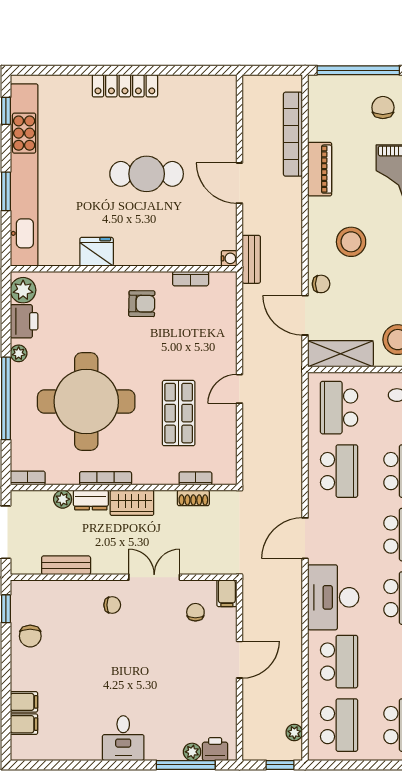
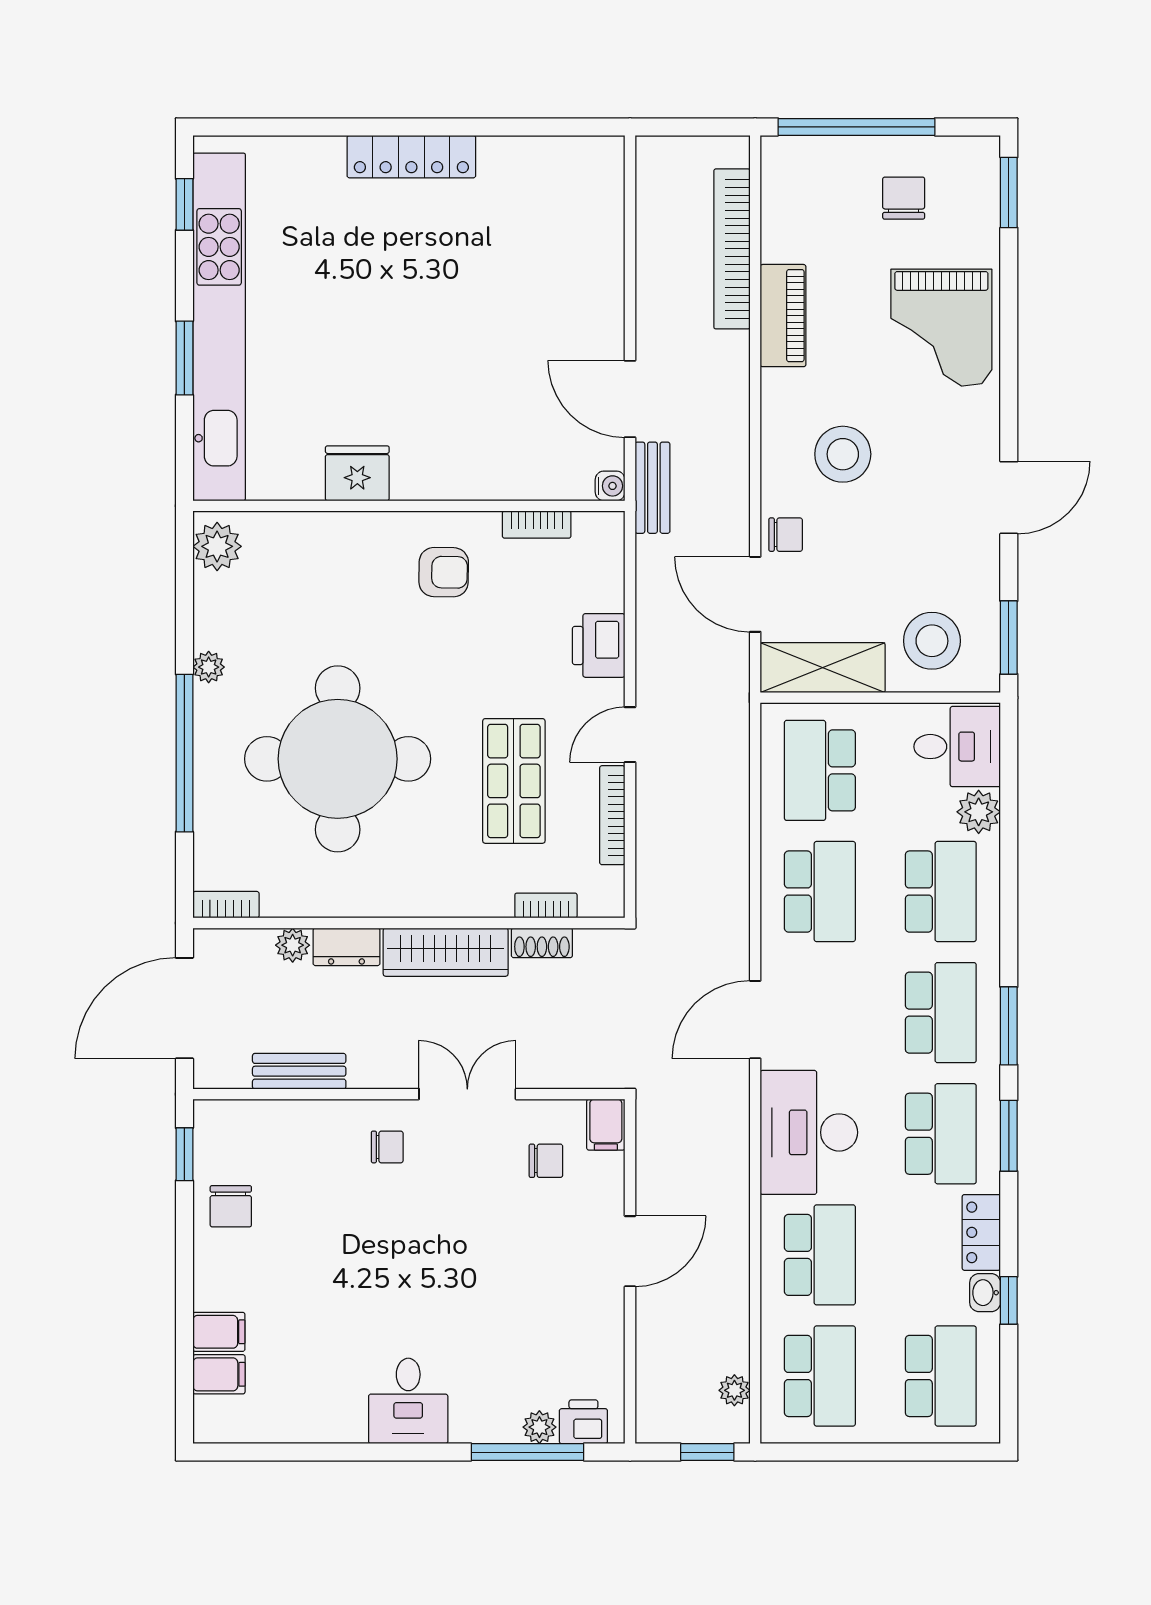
cafe table: (147, 174) -> (453, 325), removed
door: (239, 183) -> (630, 399), moved
printer: (24, 321) -> (599, 645), moved, turned 180
bookcase: (106, 478) -> (612, 815), moved, turned -90
wardrobe: (132, 503) -> (446, 952), width x1.50
chair: (195, 612) -> (546, 1161), turned 90

